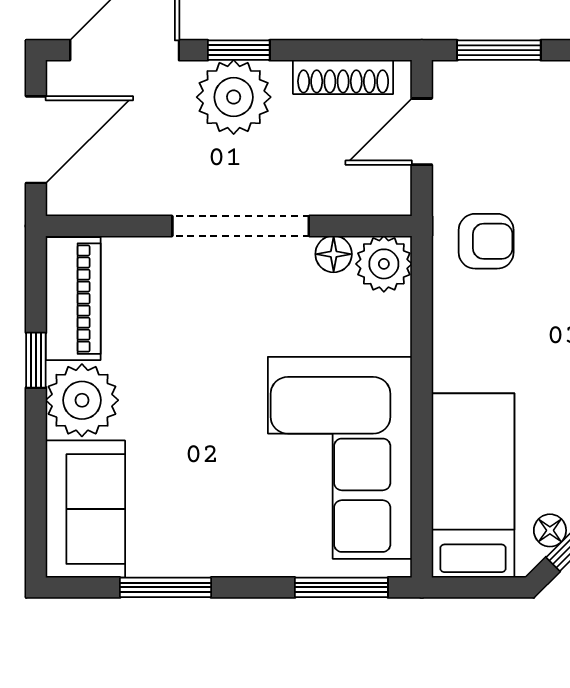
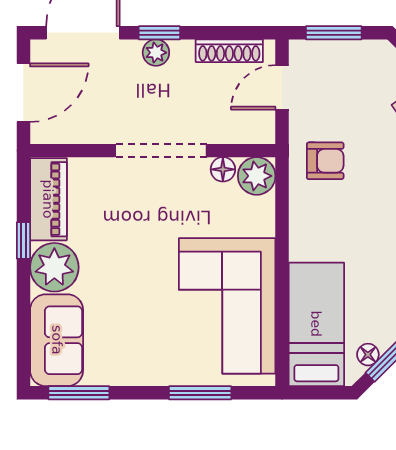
plant: (234, 97) -> (156, 53), width x0.53, depth x0.53
window: (166, 587) -> (79, 393), moved
window: (341, 587) -> (200, 393), moved

